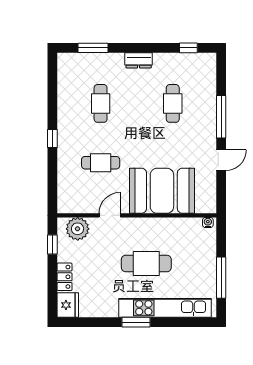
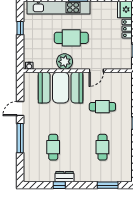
window: (188, 48) -> (59, 185), moved
dresser: (139, 60) -> (65, 177), moved
plant: (78, 229) -> (65, 62), moved
window: (221, 278) -> (20, 28), width x0.46

